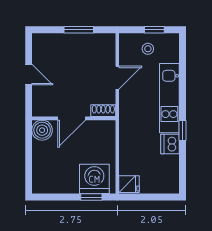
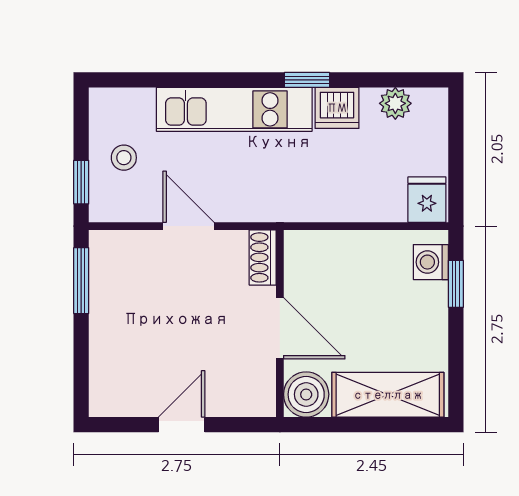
window: (79, 30) -> (81, 281), moved
window: (154, 30) -> (81, 182), moved
shelving: (42, 167) -> (388, 395), added
plant: (172, 170) -> (395, 103), added
washing machine: (94, 179) -> (431, 262), width x0.53, depth x0.53

